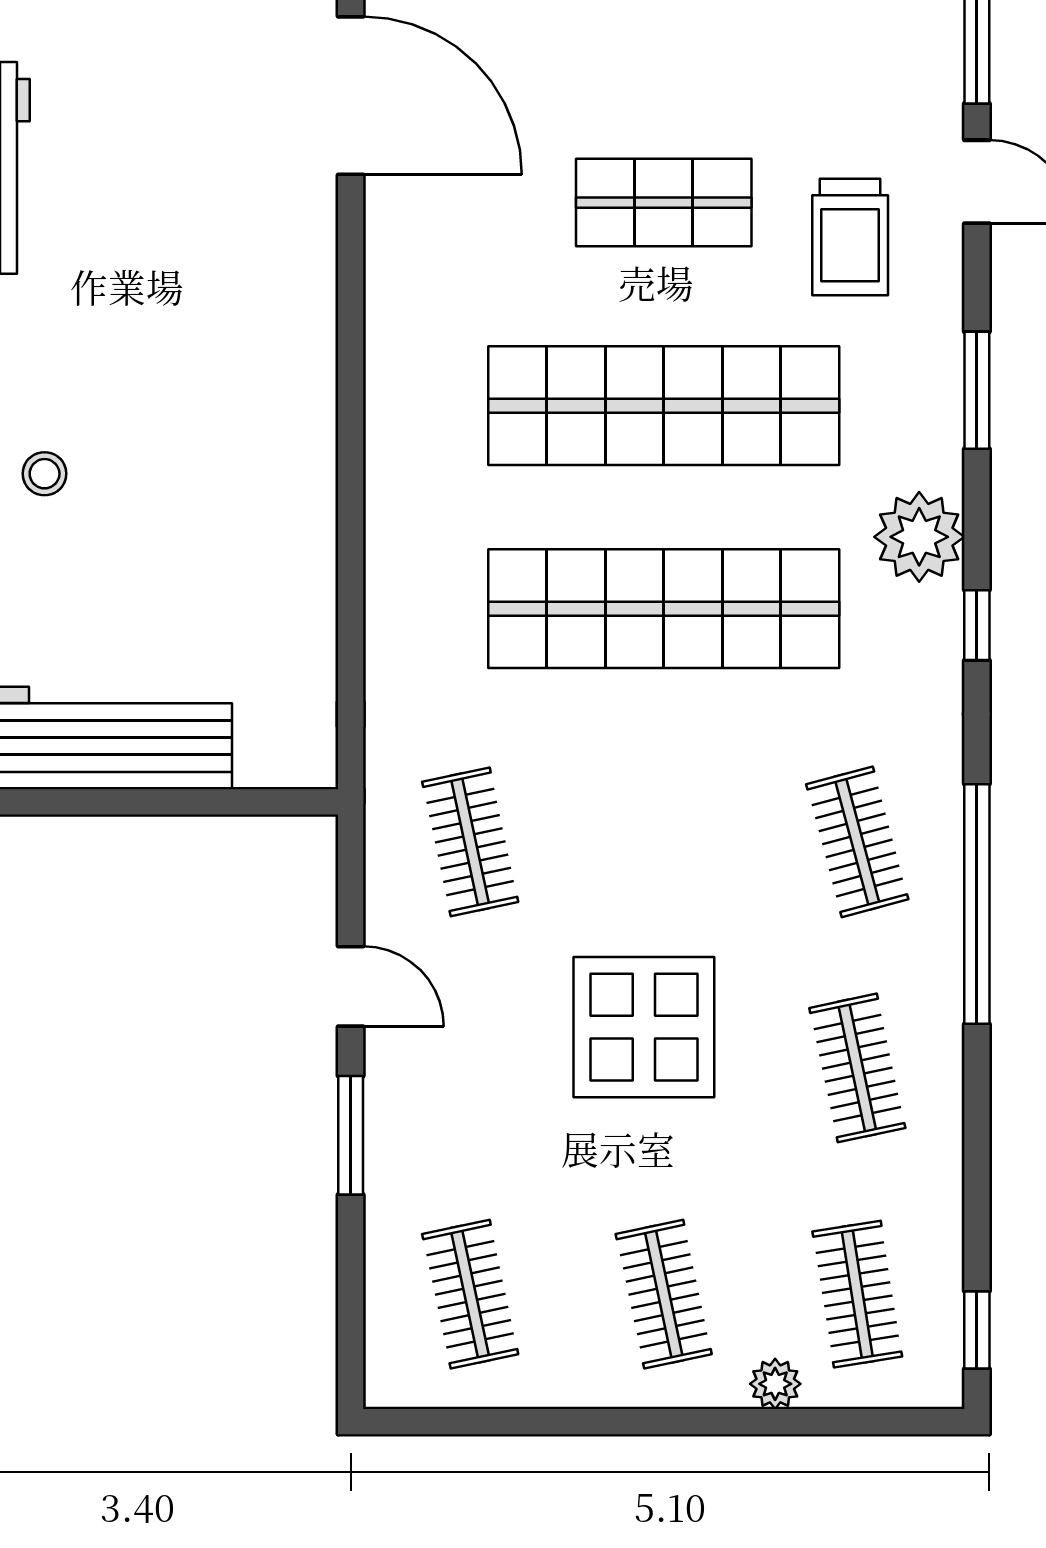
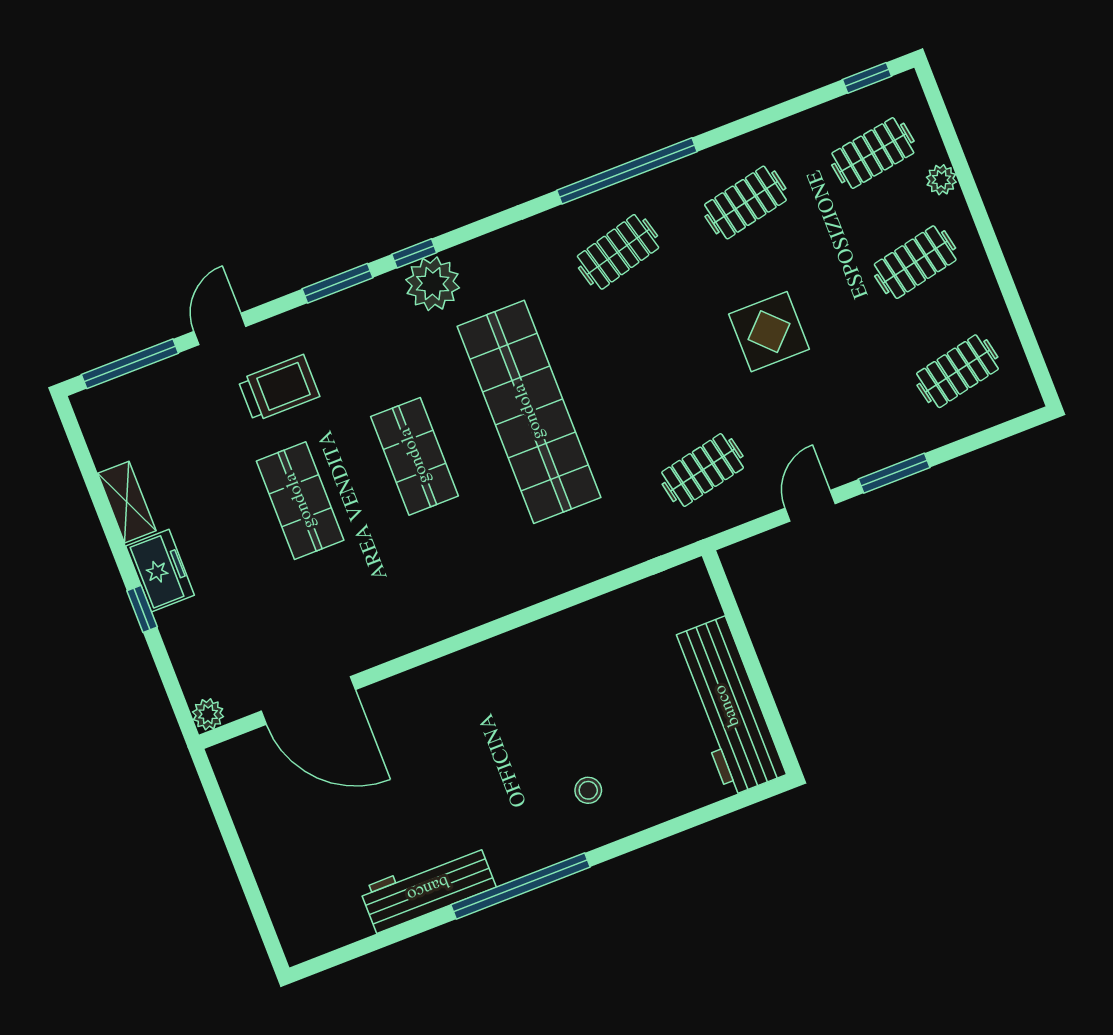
door: (351, 96) -> (308, 700), swing flipped
shop shelf: (664, 406) -> (415, 456), width x0.50, depth x0.74
window: (977, 625) -> (414, 253), moved
display table: (644, 1027) -> (769, 332), width x0.73, depth x0.73

